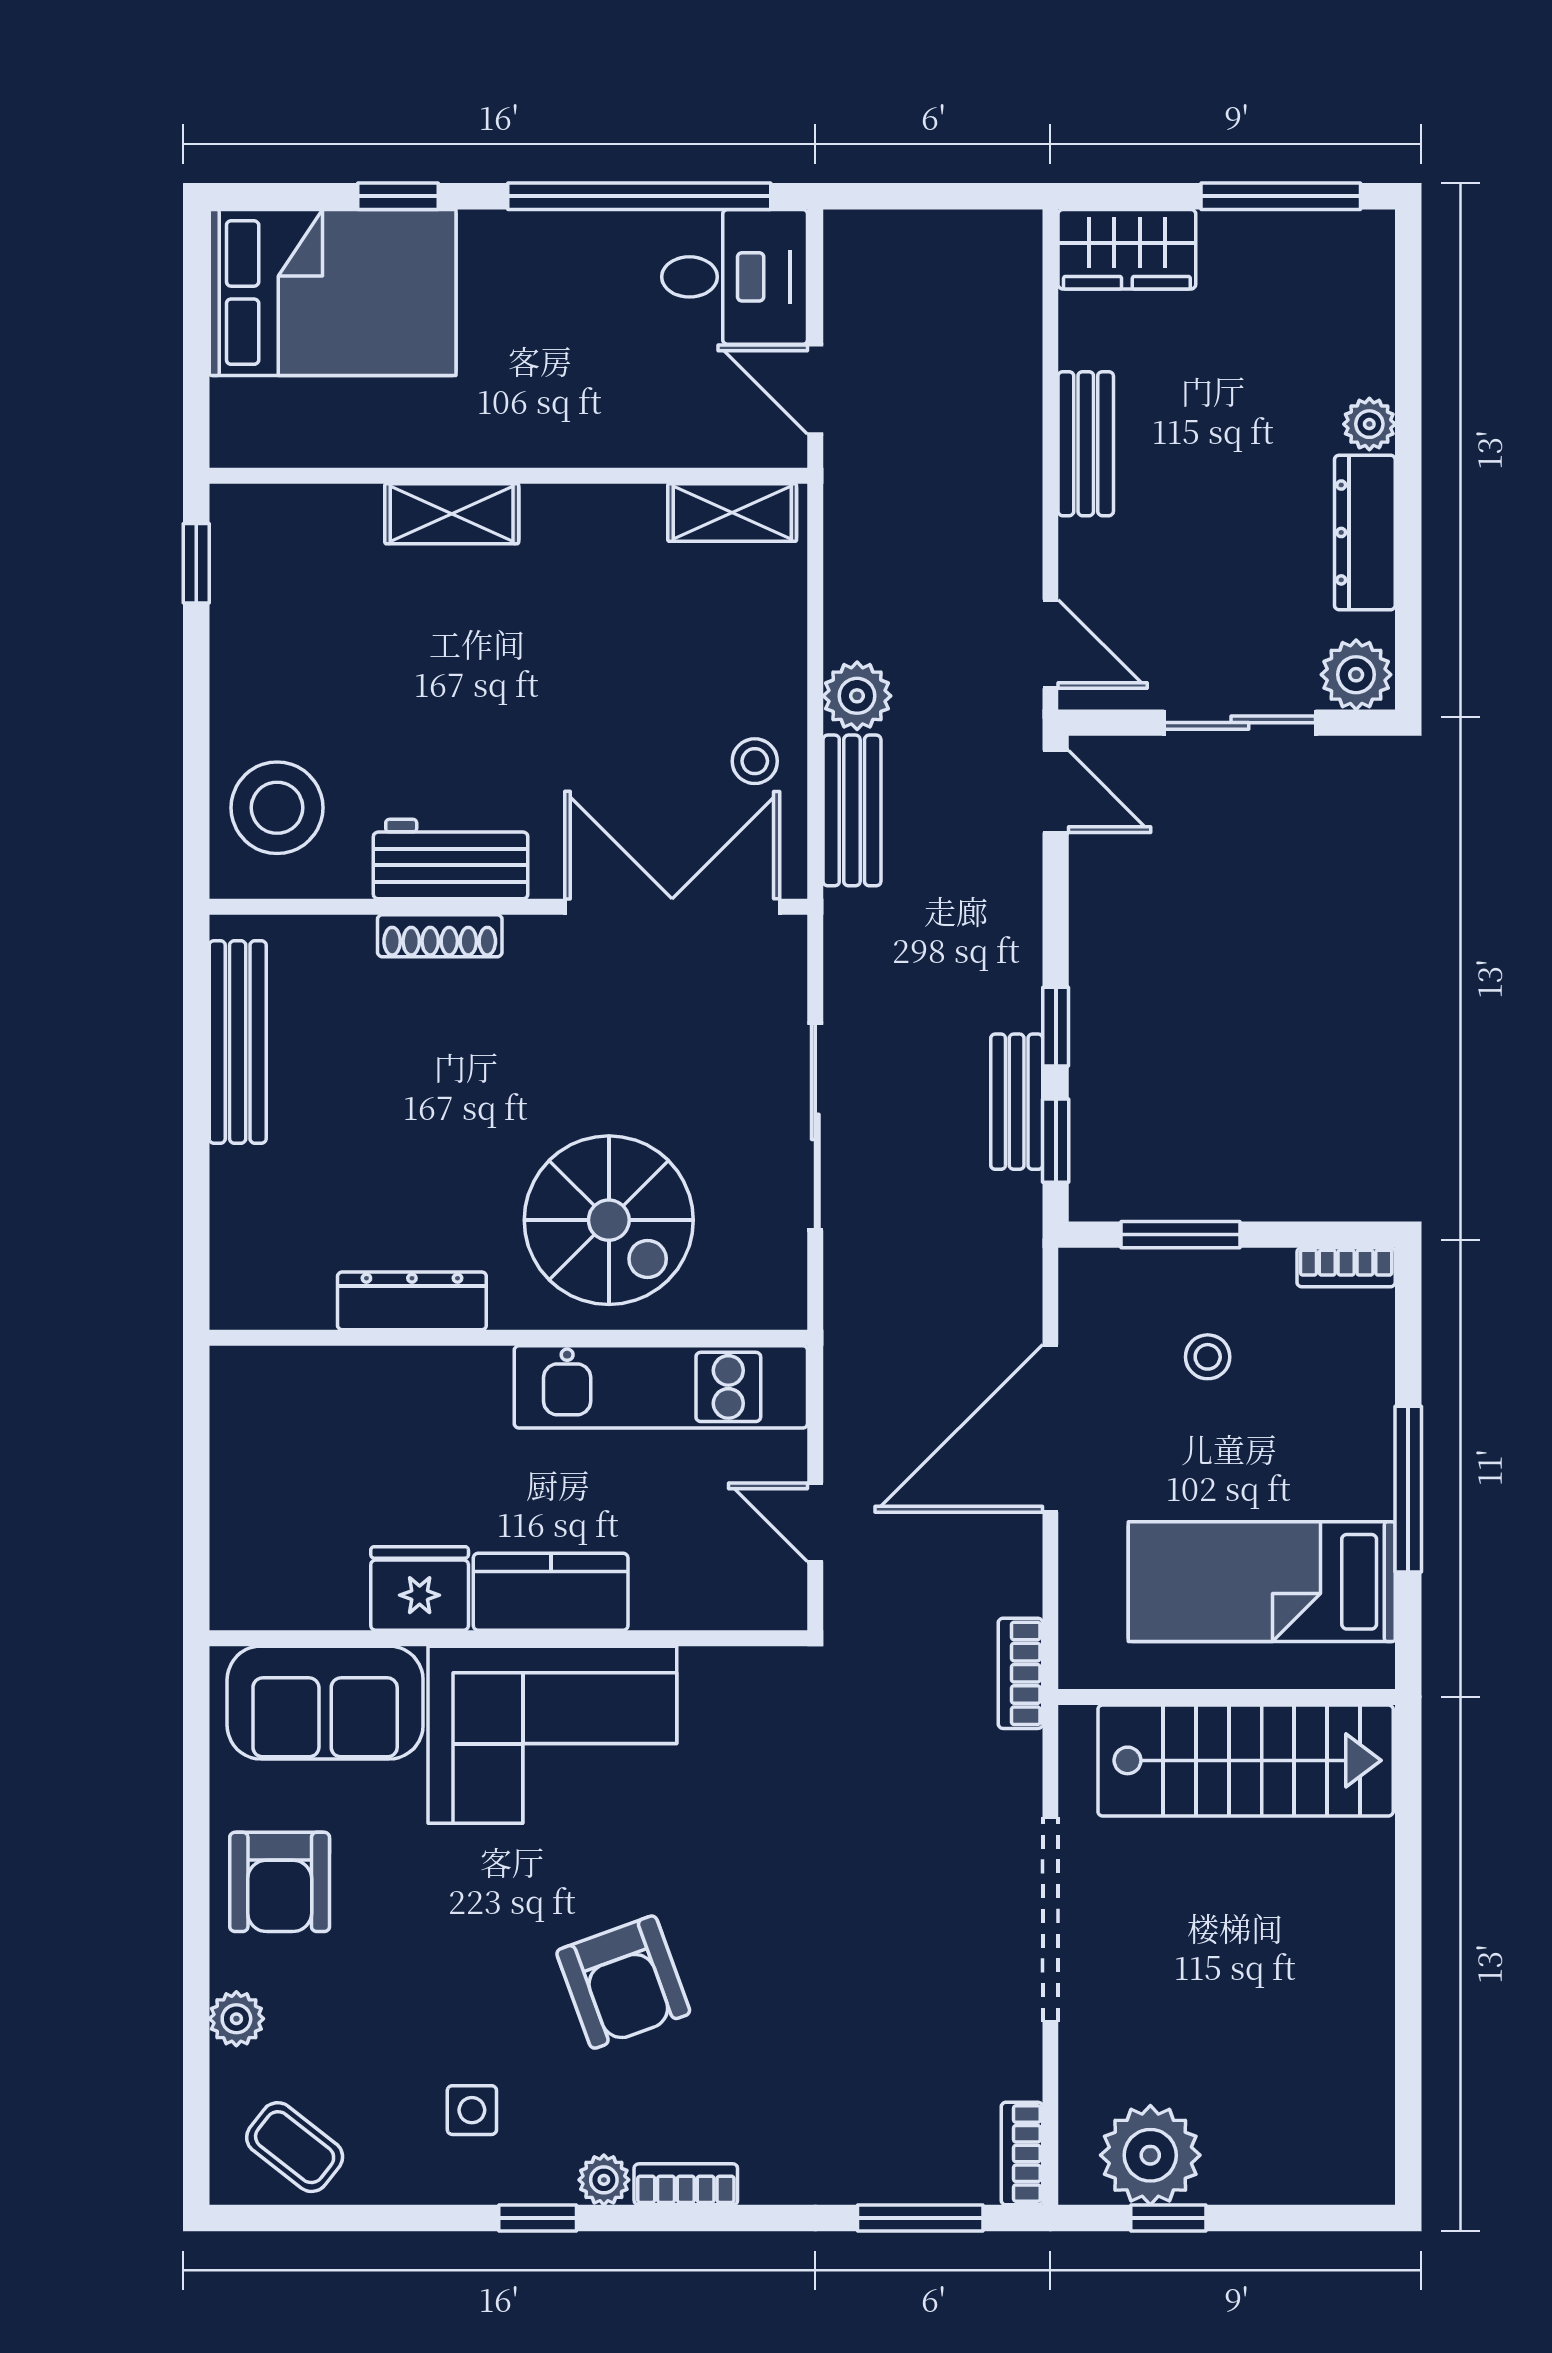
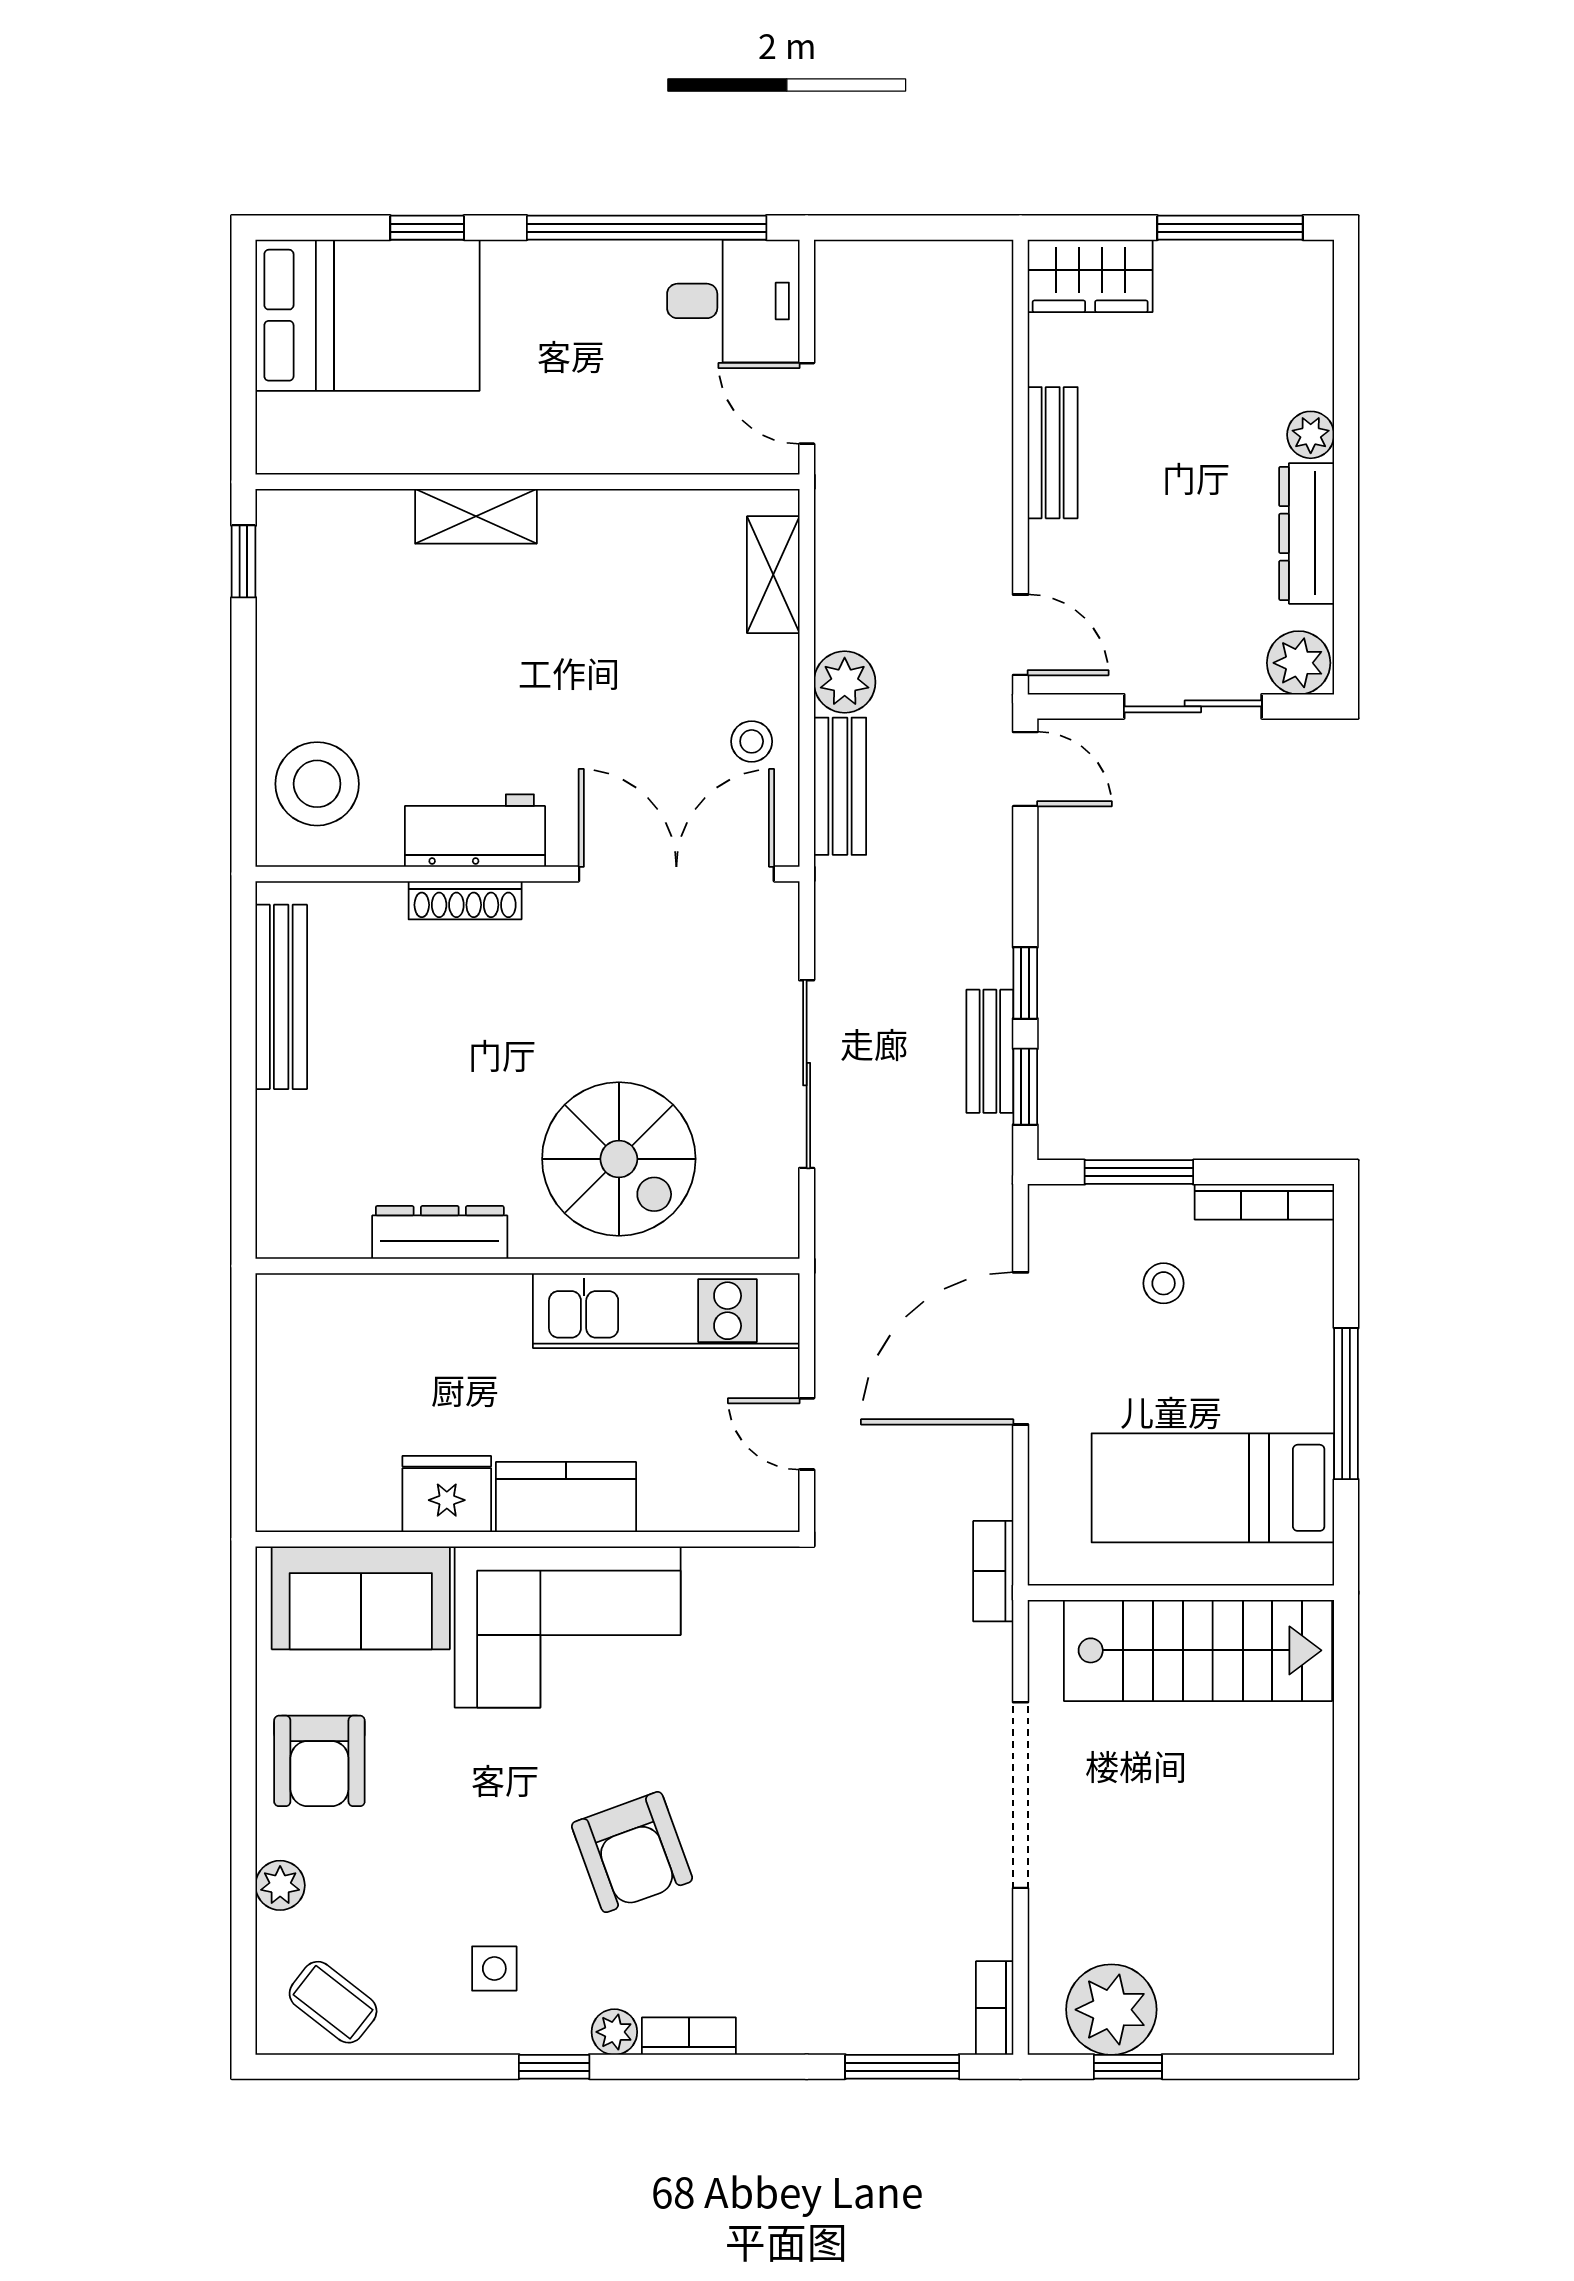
shelving: (732, 513) -> (773, 575), moved, turned 90
bookcase: (1346, 1267) -> (1264, 1202), width x1.56

